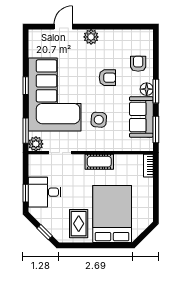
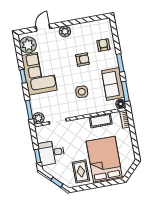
plant: (39, 46) -> (28, 45), added
floor lamp: (147, 89) -> (121, 104), moved
corner sofa: (55, 94) -> (39, 73), width x0.73, depth x0.74
cot: (99, 162) -> (101, 120), moved

